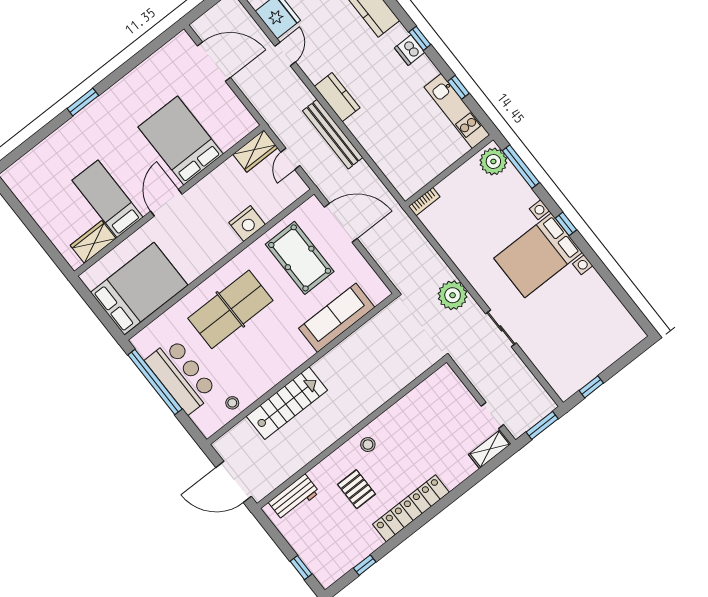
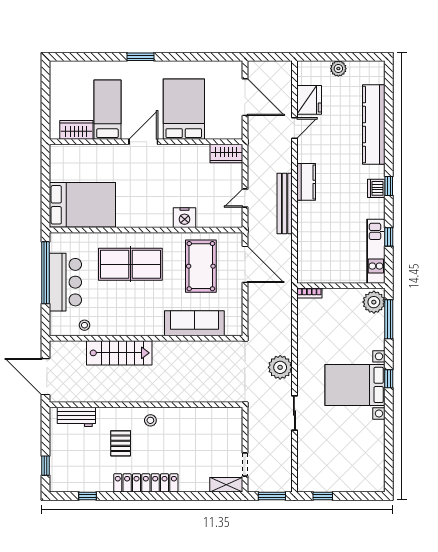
bed: (181, 140) -> (184, 109), moved
wardrobe: (255, 151) -> (226, 154), moved
bed: (108, 199) -> (107, 110), moved
wall: (169, 201) -> (146, 142), moved
door: (166, 203) -> (143, 142), moved
wardrobe: (93, 242) -> (76, 130), moved

